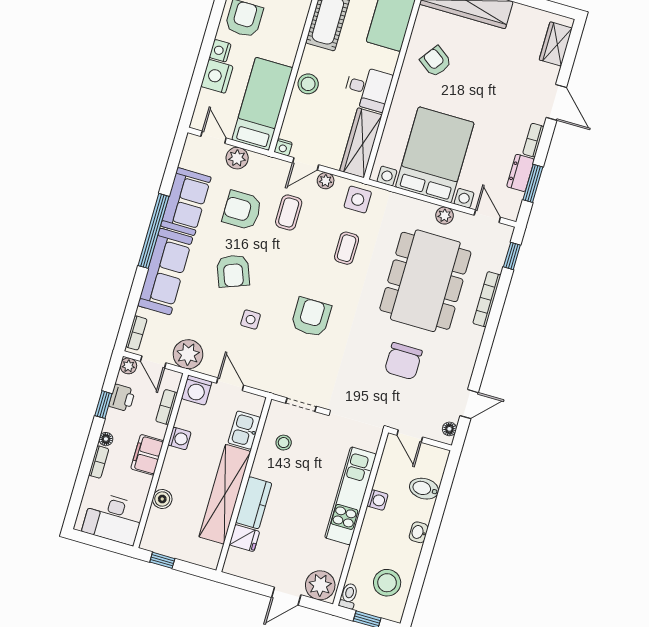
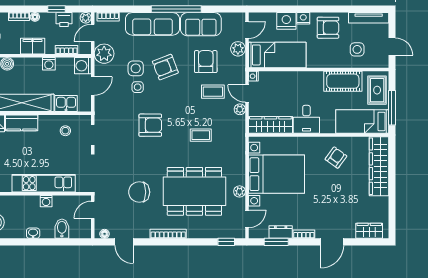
stool: (308, 84) -> (298, 80), removed
side table: (358, 200) -> (136, 68), moved
bookcase: (487, 299) -> (168, 234), moved

